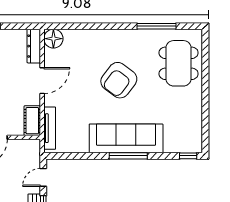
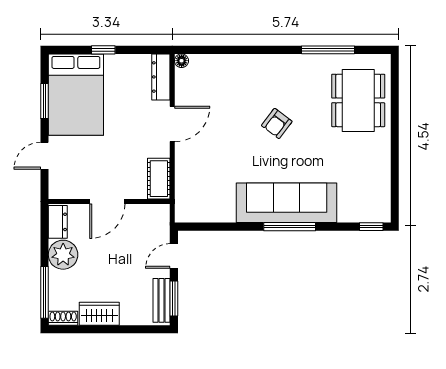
floor lamp: (53, 39) -> (182, 61), width x0.53, depth x0.53
armchair: (119, 80) -> (277, 123), width x0.53, depth x0.53
tv unit: (50, 128) -> (183, 189), removed

